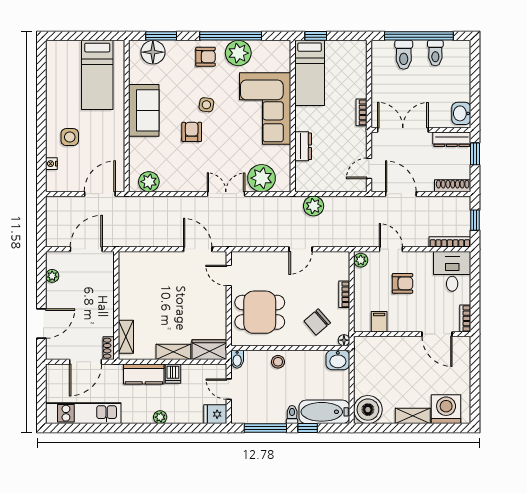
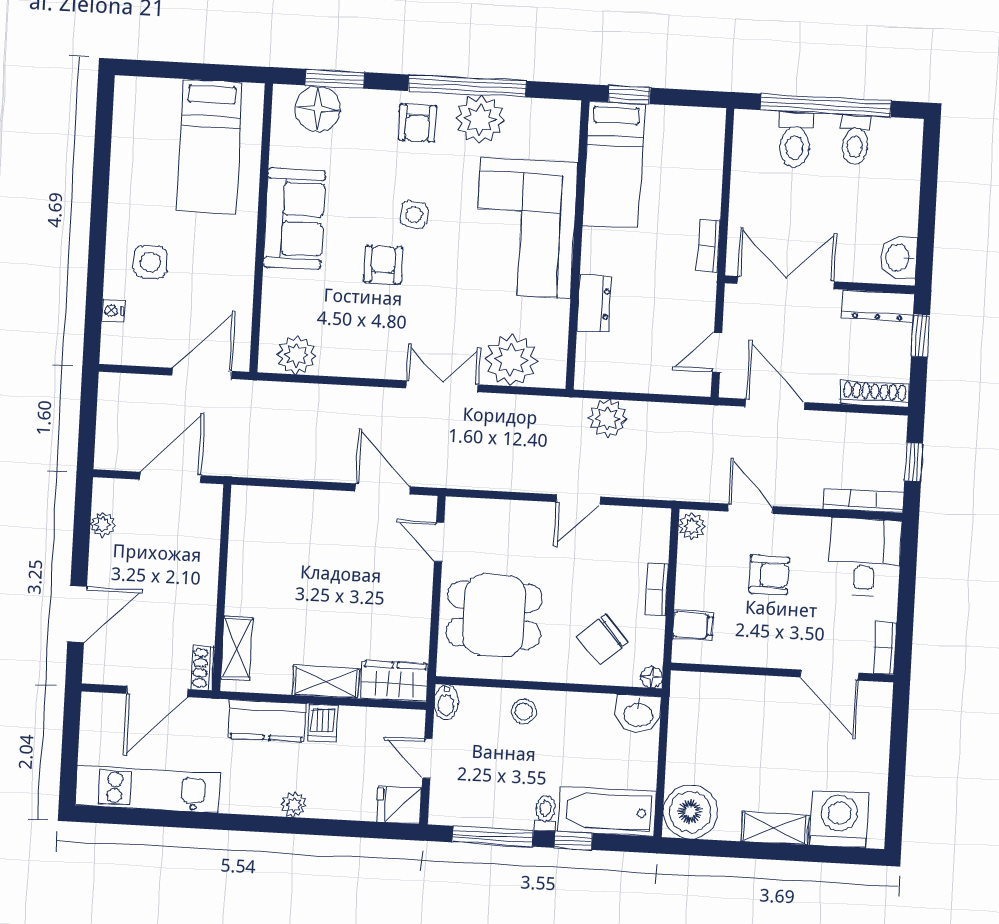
armchair: (206, 57) -> (417, 123), turned 90
filing cabinet: (379, 322) -> (693, 625), moved, turned 90

